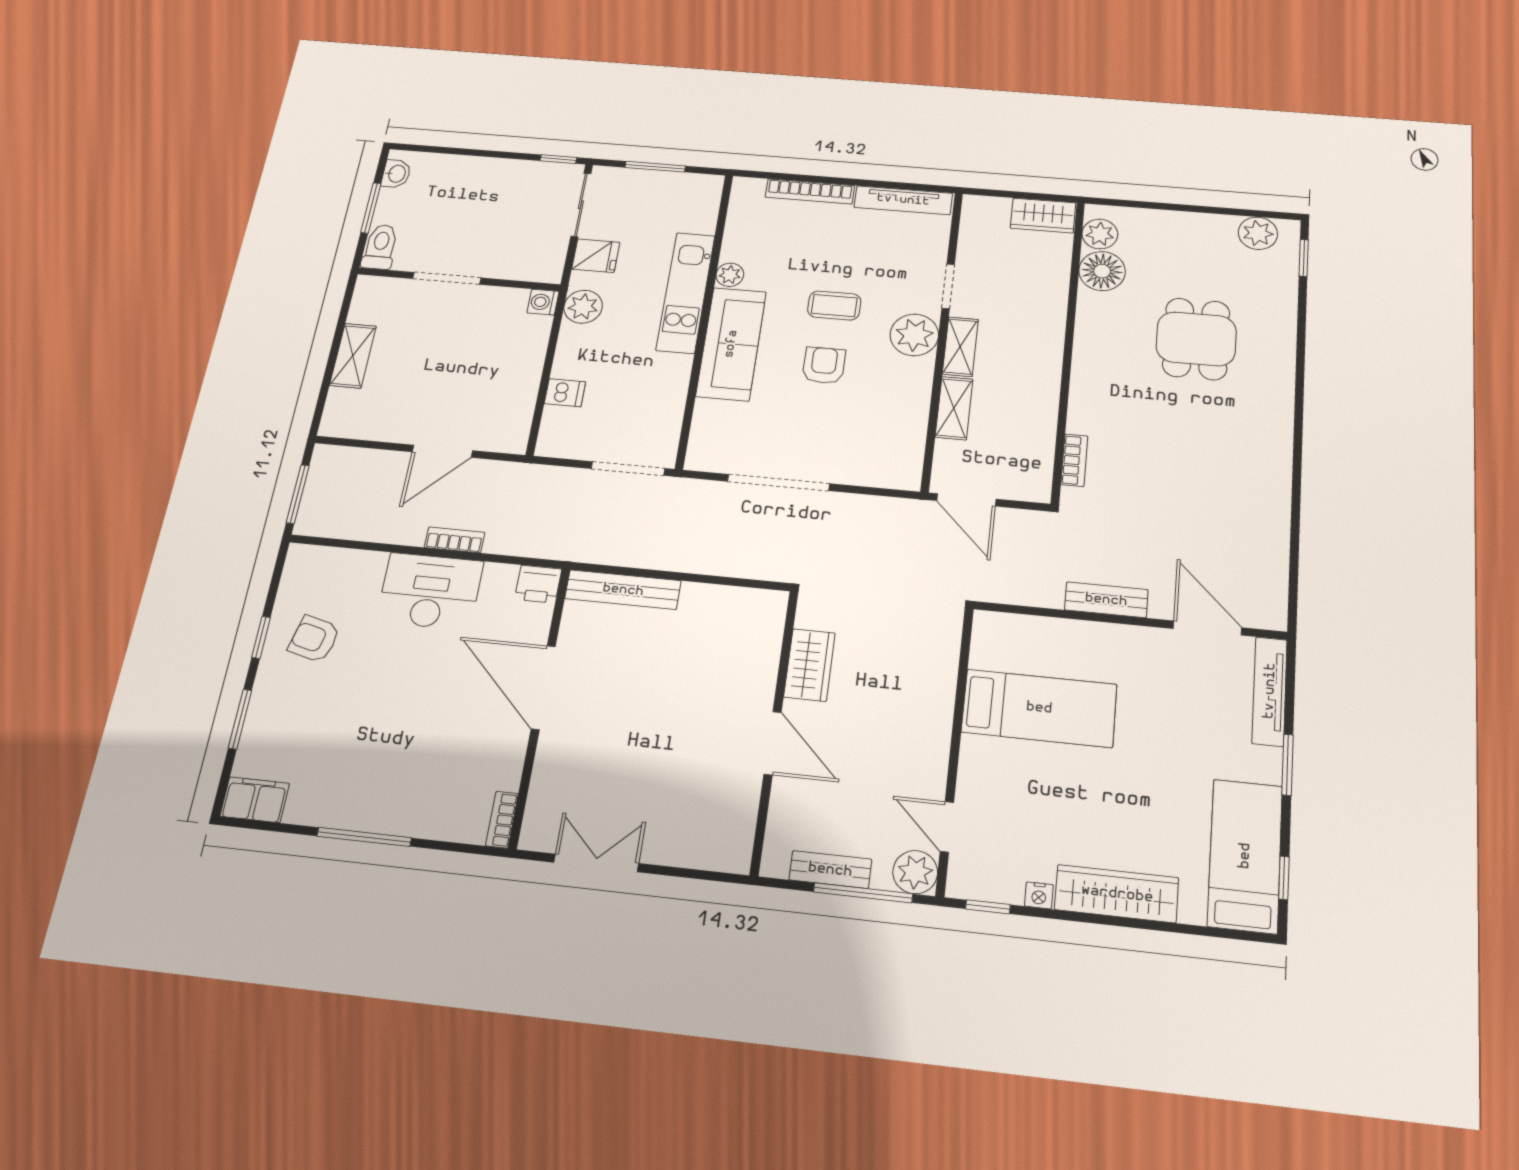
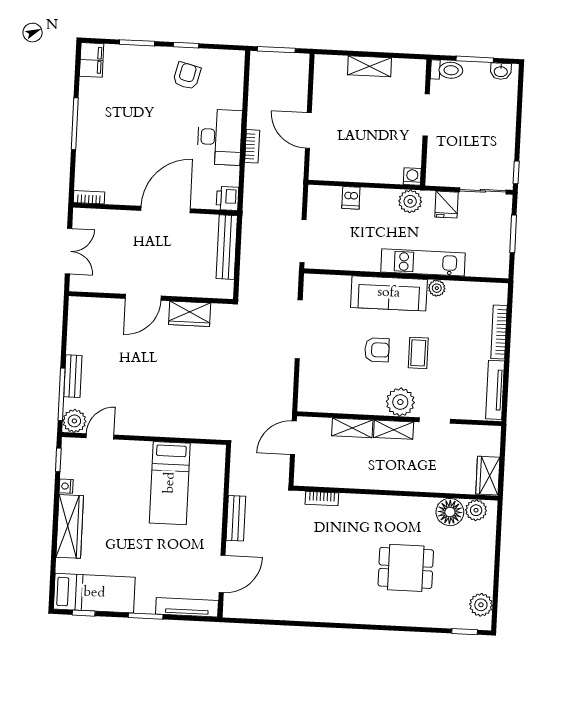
wardrobe: (809, 665) -> (190, 314), moved
wall: (774, 730) -> (151, 298), moved
door: (773, 743) -> (143, 297), moved

